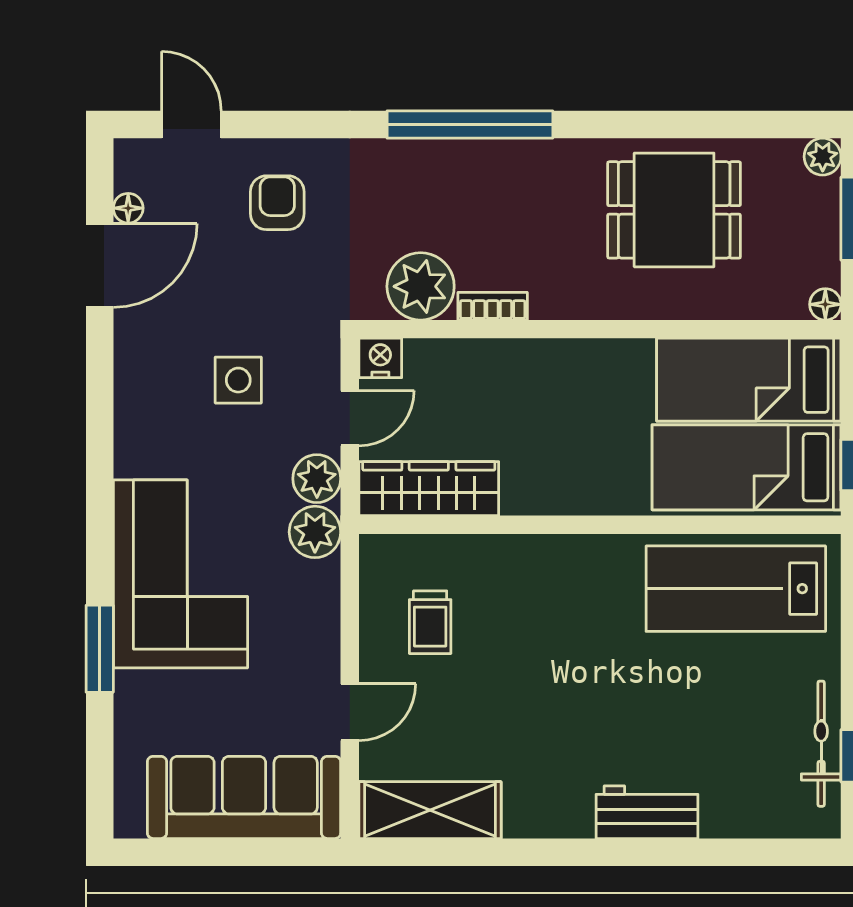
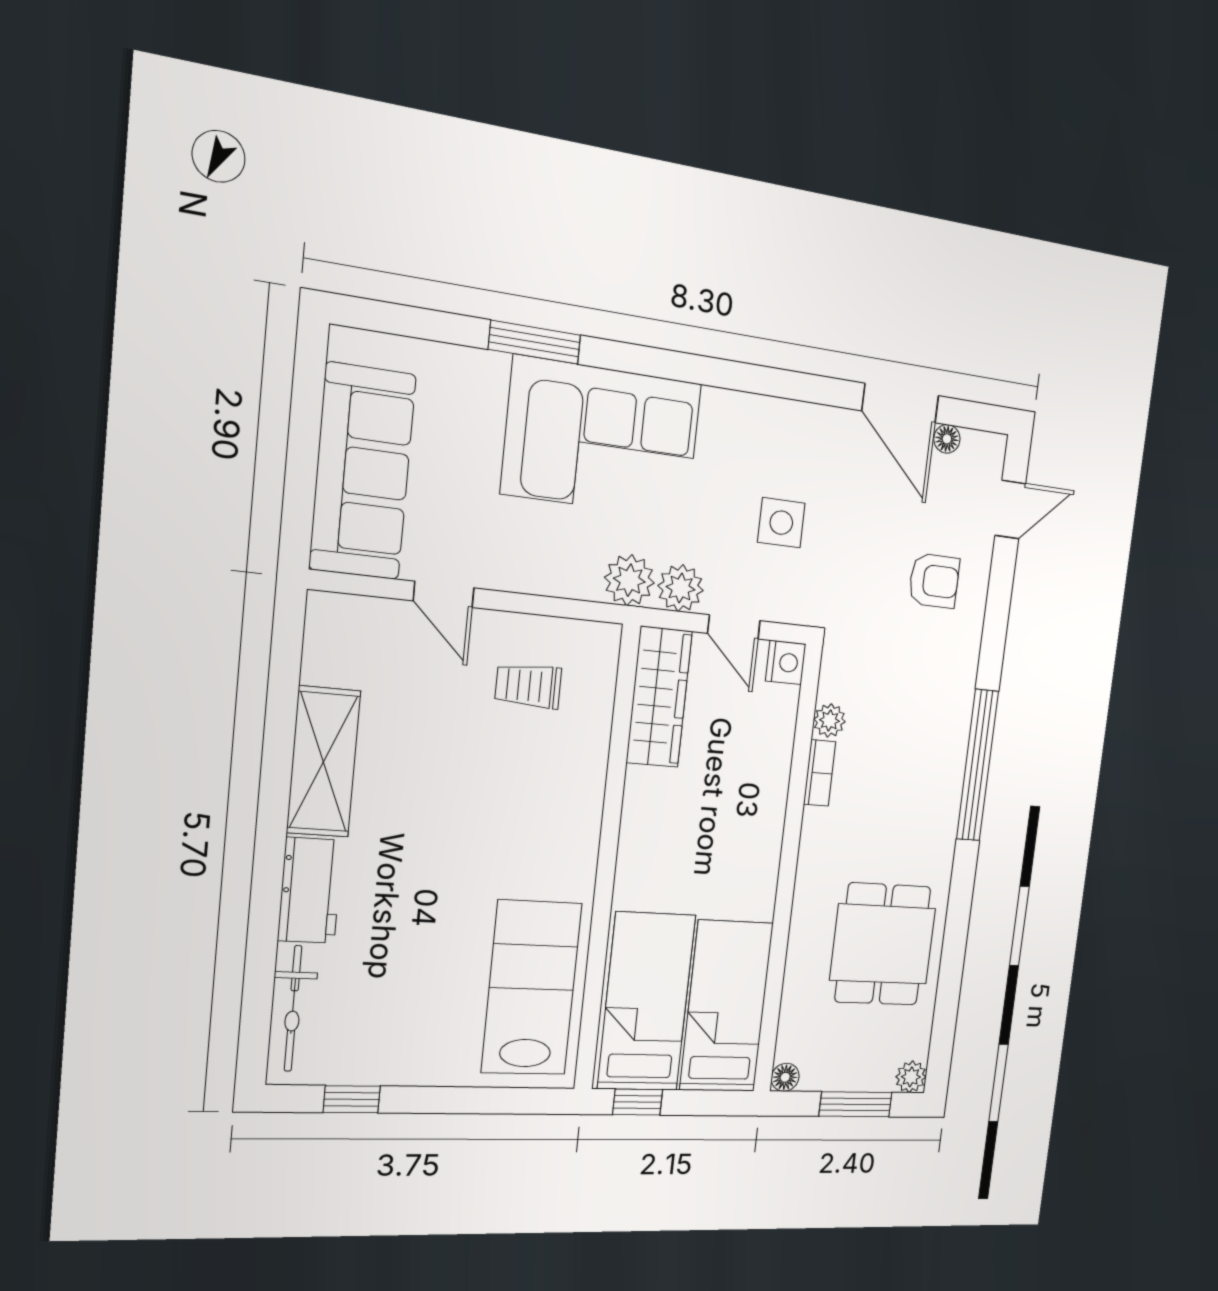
plant: (421, 286) -> (829, 720), width x0.53, depth x0.53
bicycle: (821, 744) -> (293, 1009), moved, turned 90
shelving: (430, 810) -> (323, 762), moved

